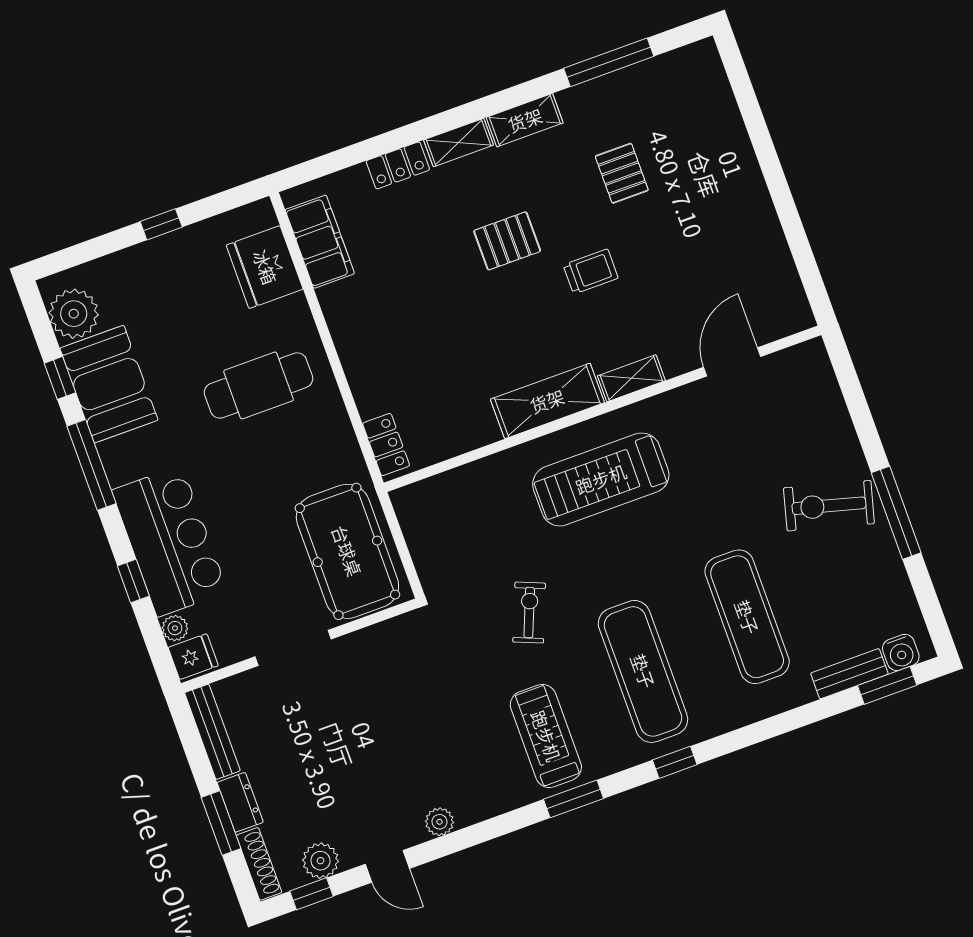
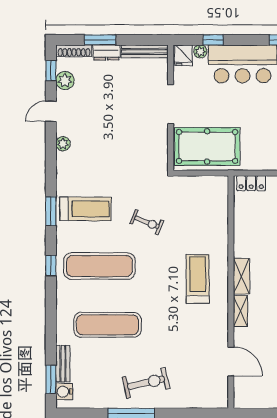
shelving: (547, 401) -> (241, 276), width x0.67, depth x0.75
treadmill: (601, 479) -> (198, 279), width x0.73, depth x0.73
exercise bike: (829, 506) -> (146, 383), turned 62
window: (133, 581) -> (213, 40), moved

